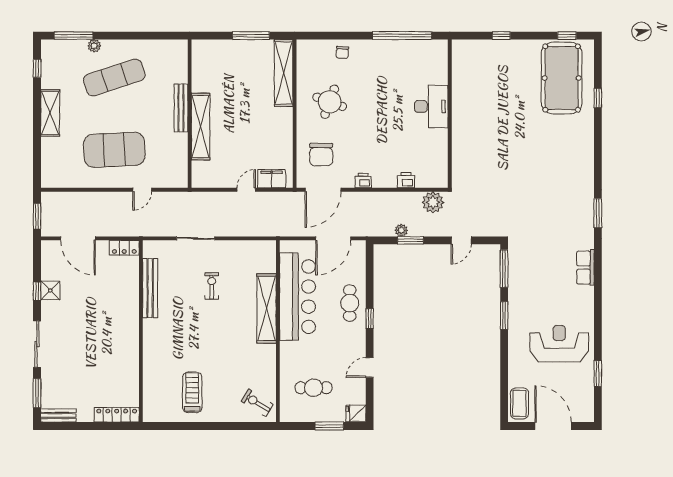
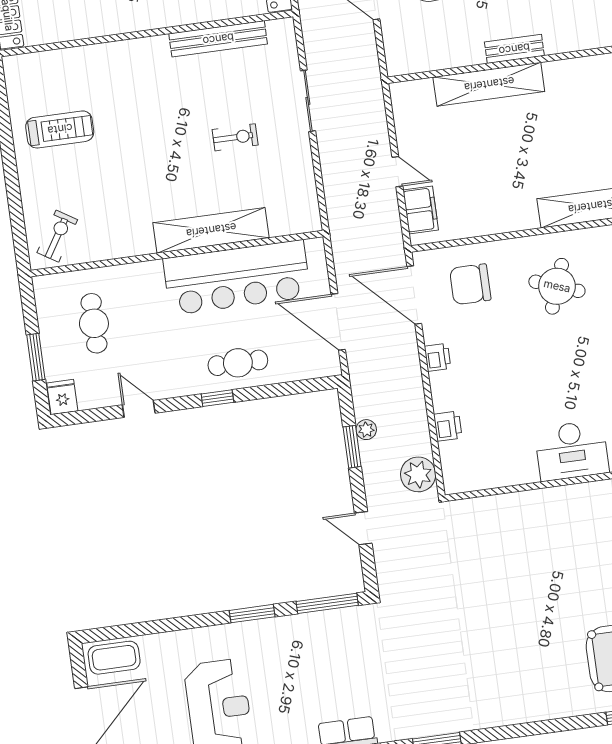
bench: (181, 108) -> (514, 49), width x0.73

